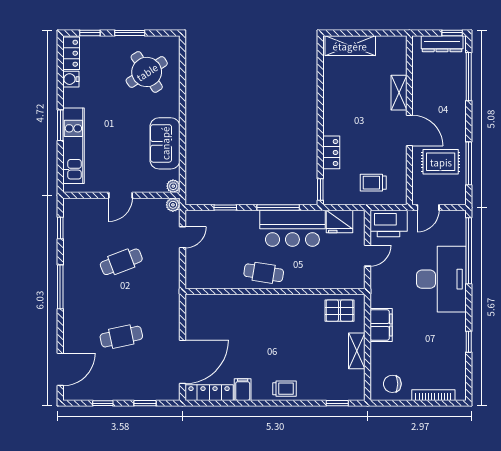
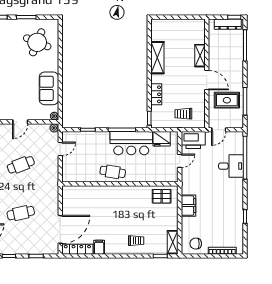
shelving: (350, 46) -> (157, 58), moved, turned 90
round table: (147, 72) -> (37, 42), turned -35
desk: (441, 279) -> (231, 166), width x0.53, depth x0.77
shelving: (357, 351) -> (173, 242), moved
trolley: (284, 389) -> (136, 241), moved

